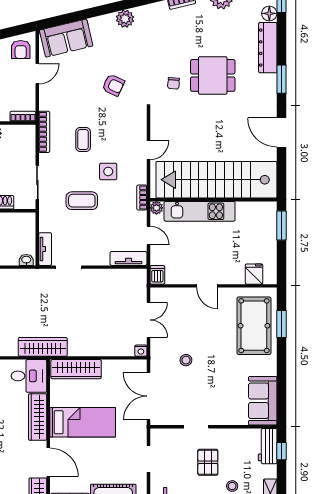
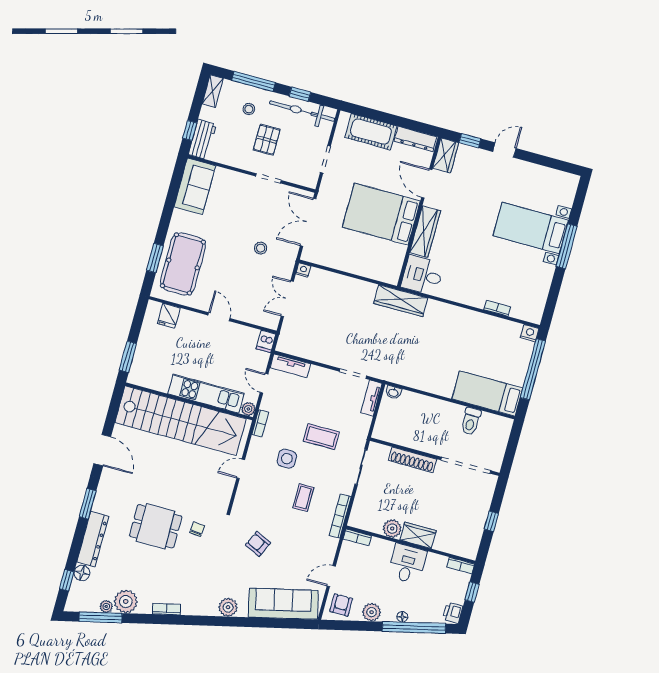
sofa: (66, 38) -> (283, 604), width x1.36
wardrobe: (76, 369) -> (373, 269), removed
double door: (148, 396) -> (308, 222), swing flipped
bed: (83, 422) -> (381, 214), width x1.50

